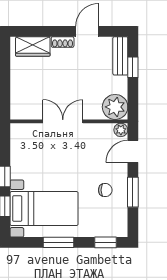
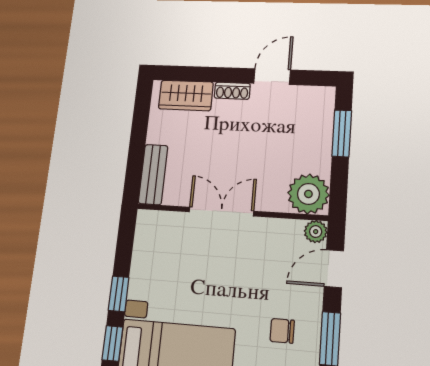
bench: (120, 56) -> (153, 174), moved
window: (133, 67) -> (342, 133), width x1.50
chair: (105, 190) -> (282, 331), turned 180

